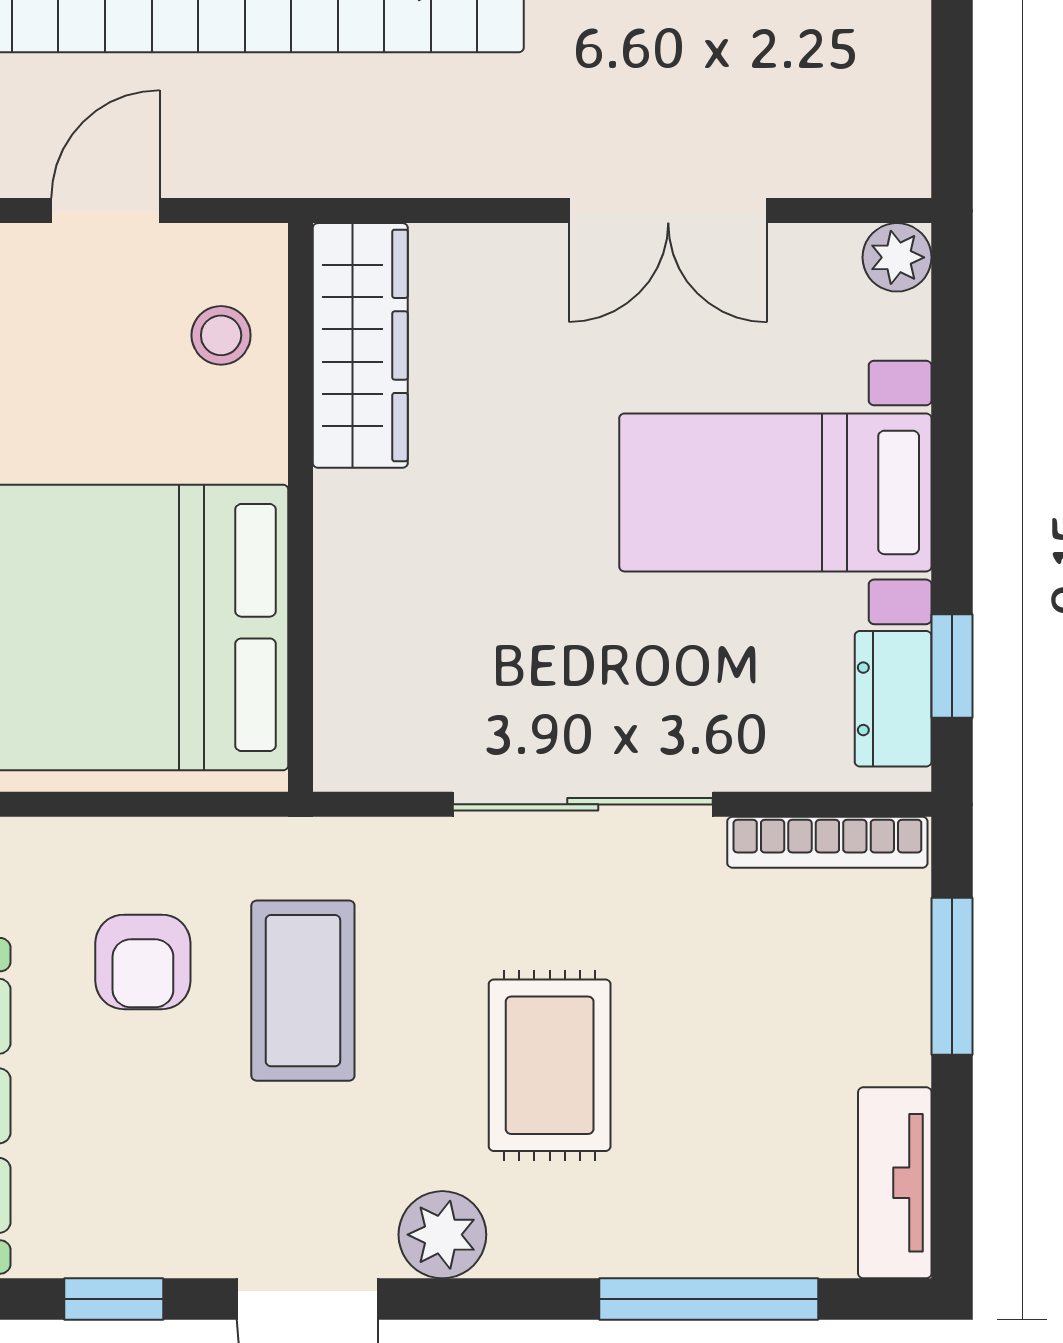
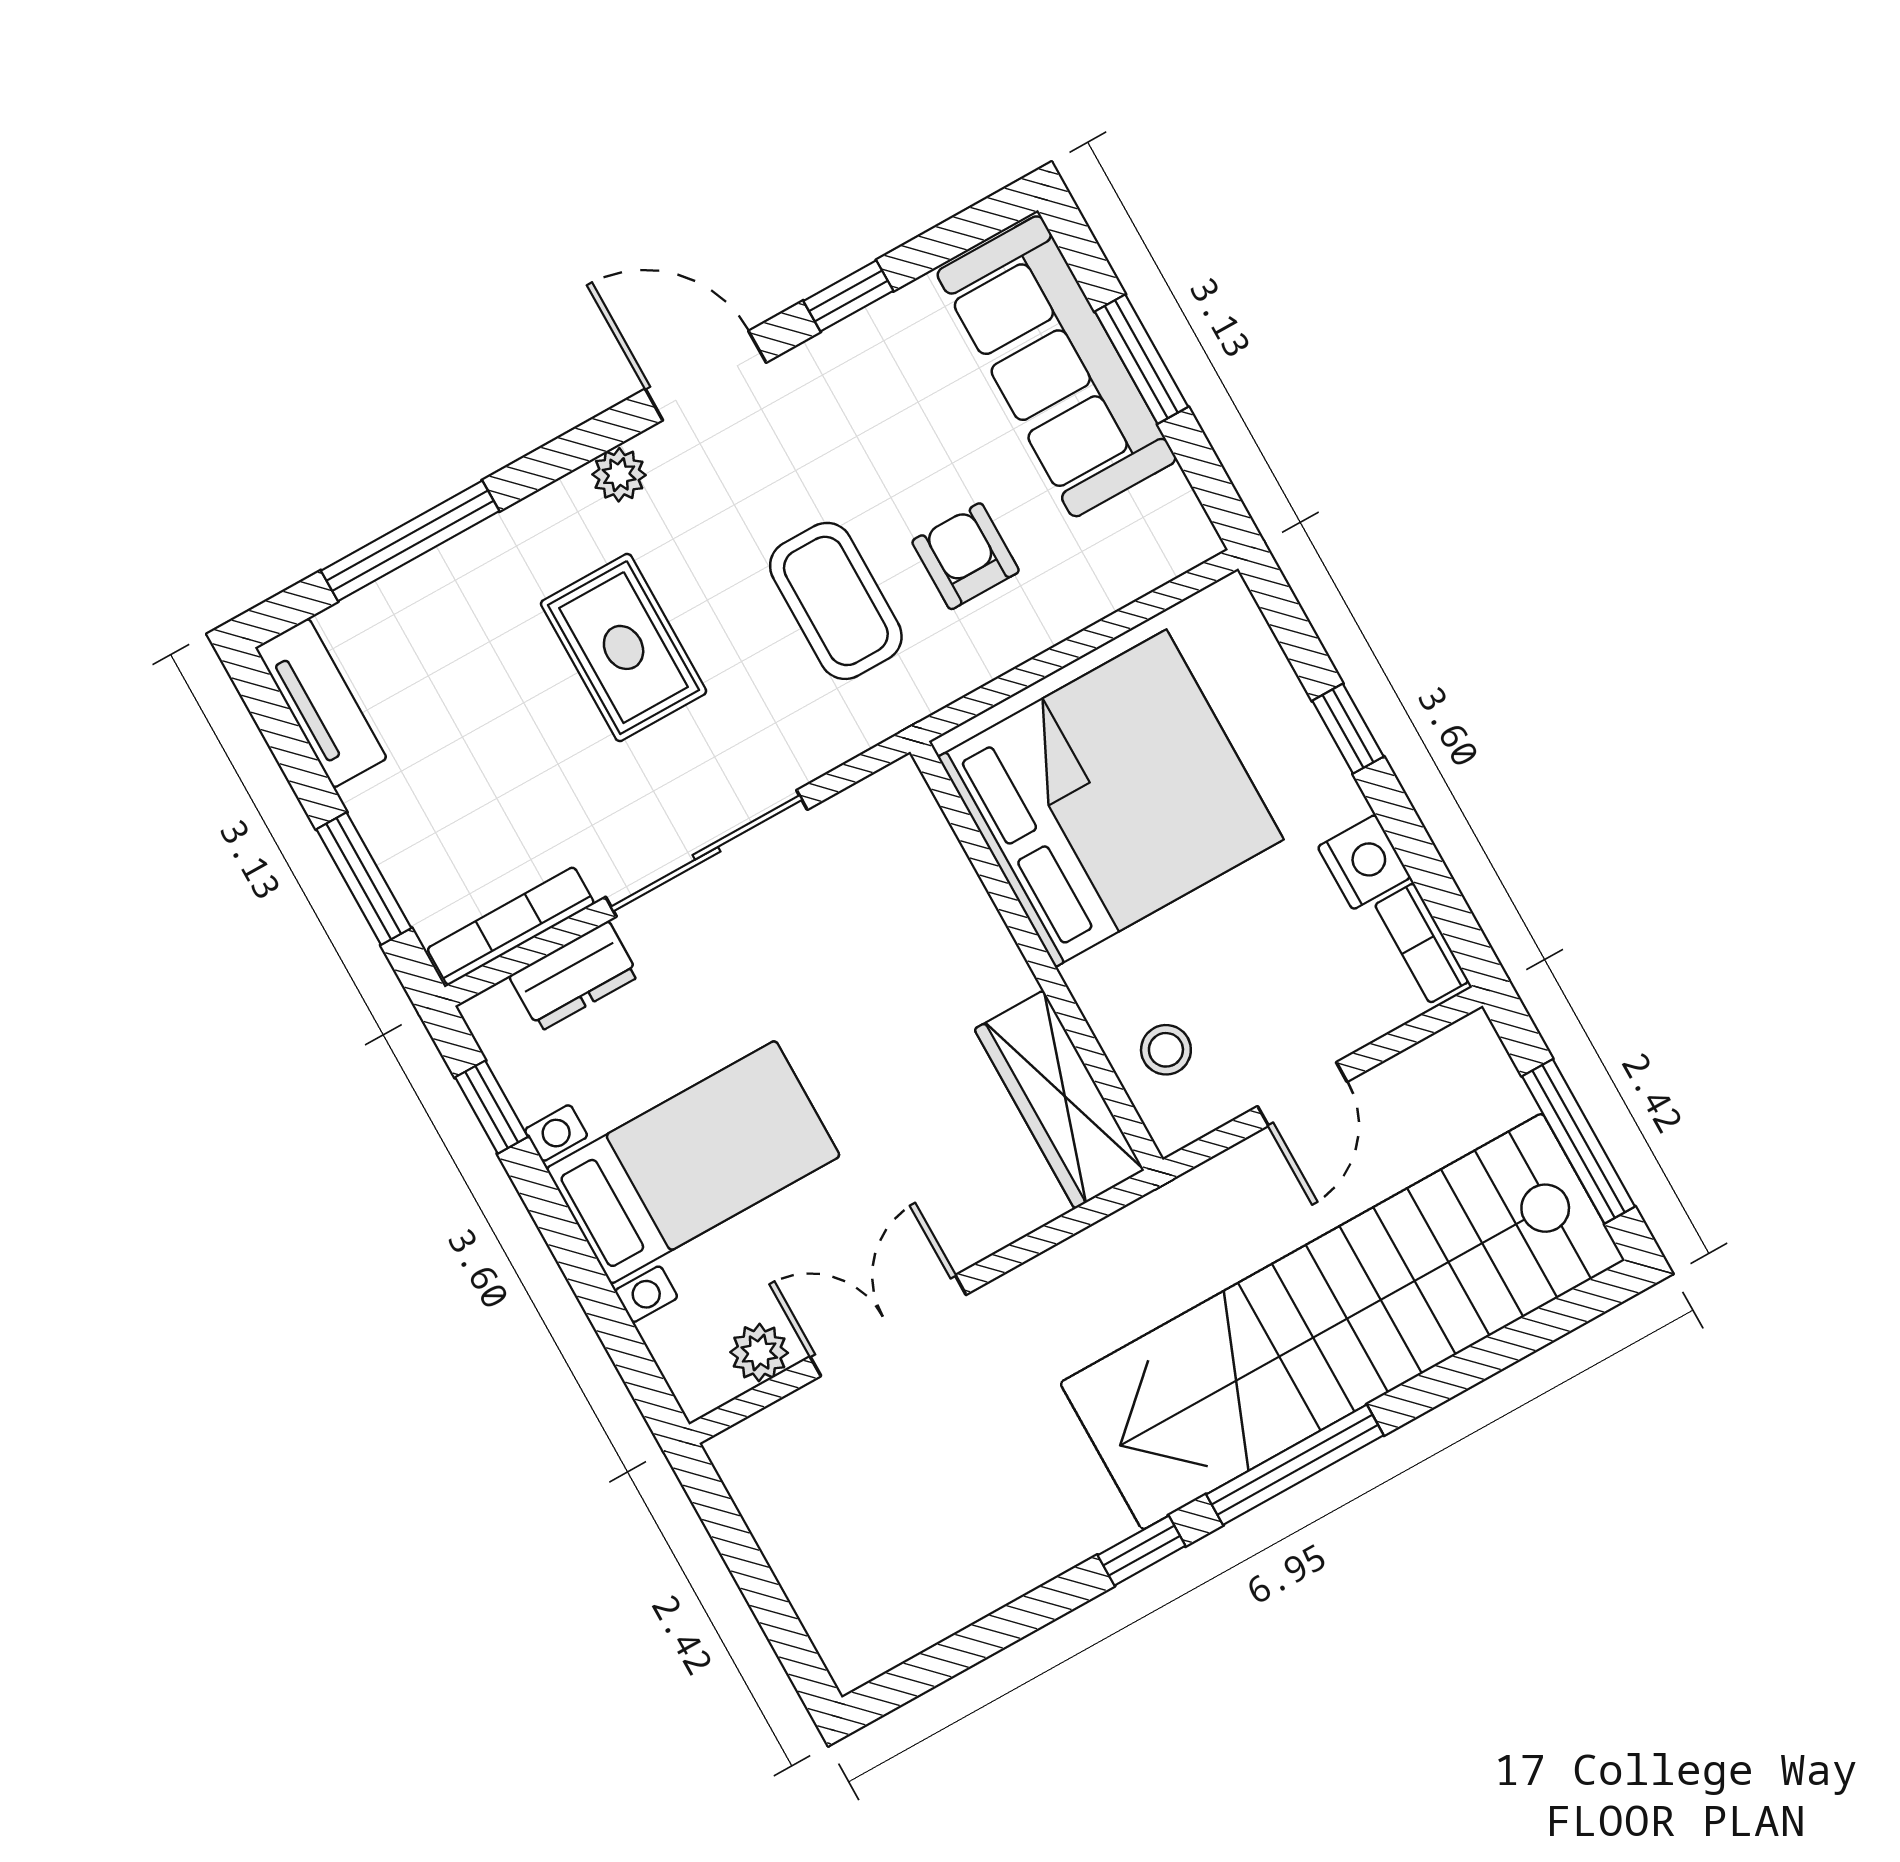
plant: (897, 257) -> (759, 1352), moved
dresser: (893, 699) -> (574, 976), moved, turned 90
plant: (442, 1235) -> (619, 475), width x0.73, depth x0.73

